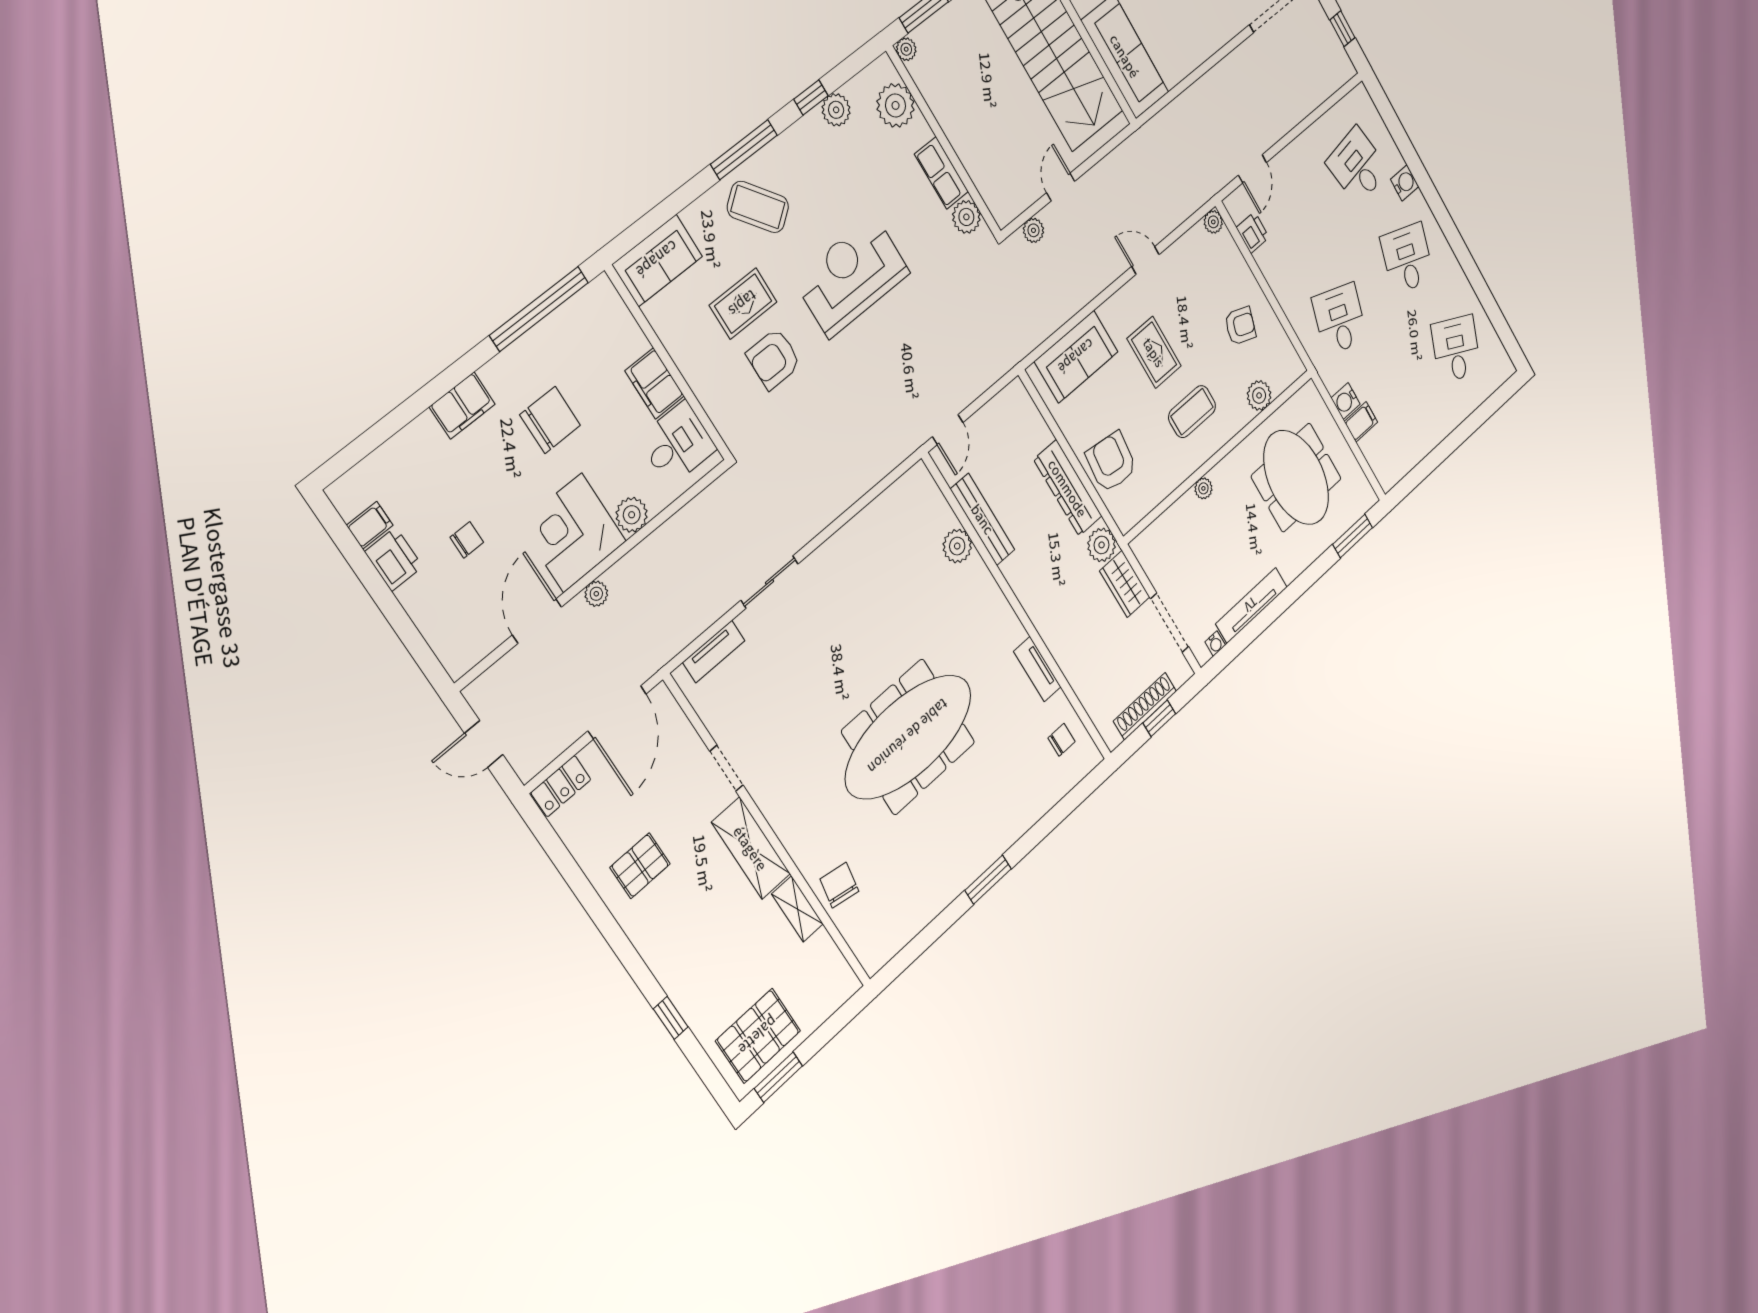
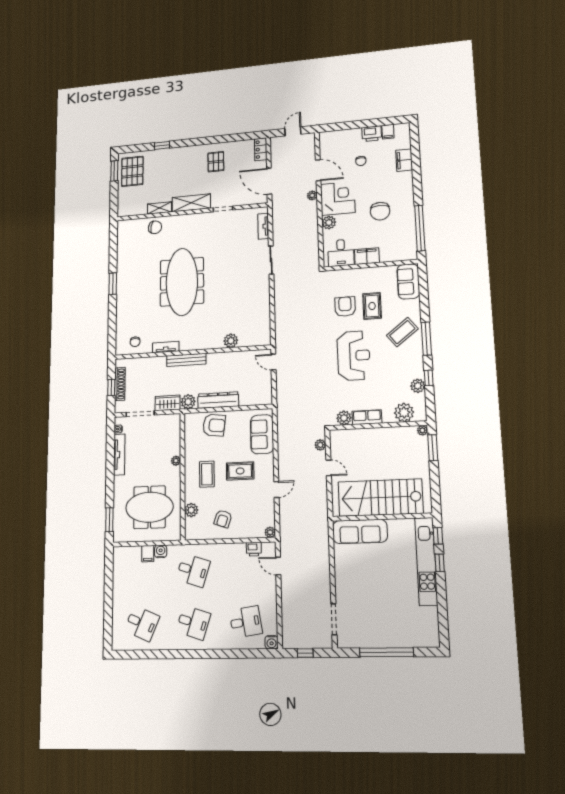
water cooler: (1405, 183) -> (272, 642), moved
filing cabinet: (462, 406) -> (404, 160), moved
bench: (983, 519) -> (186, 360), moved

